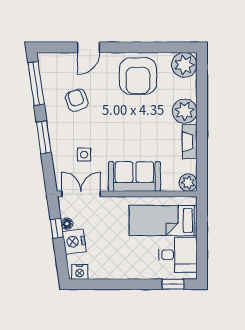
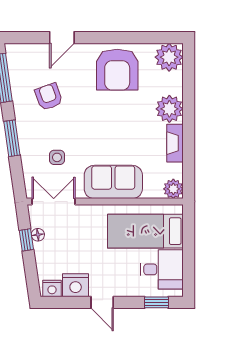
nightstand: (74, 242) -> (76, 285), moved, turned -82
door: (124, 284) -> (102, 302), added

